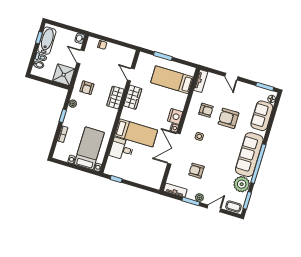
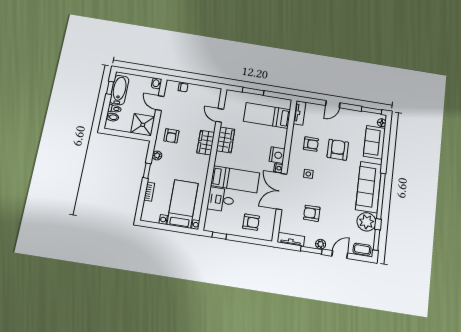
door: (231, 77) -> (333, 104), hinge flipped
armchair: (228, 118) -> (338, 150), turned 90
armchair: (144, 171) -> (251, 222), added

